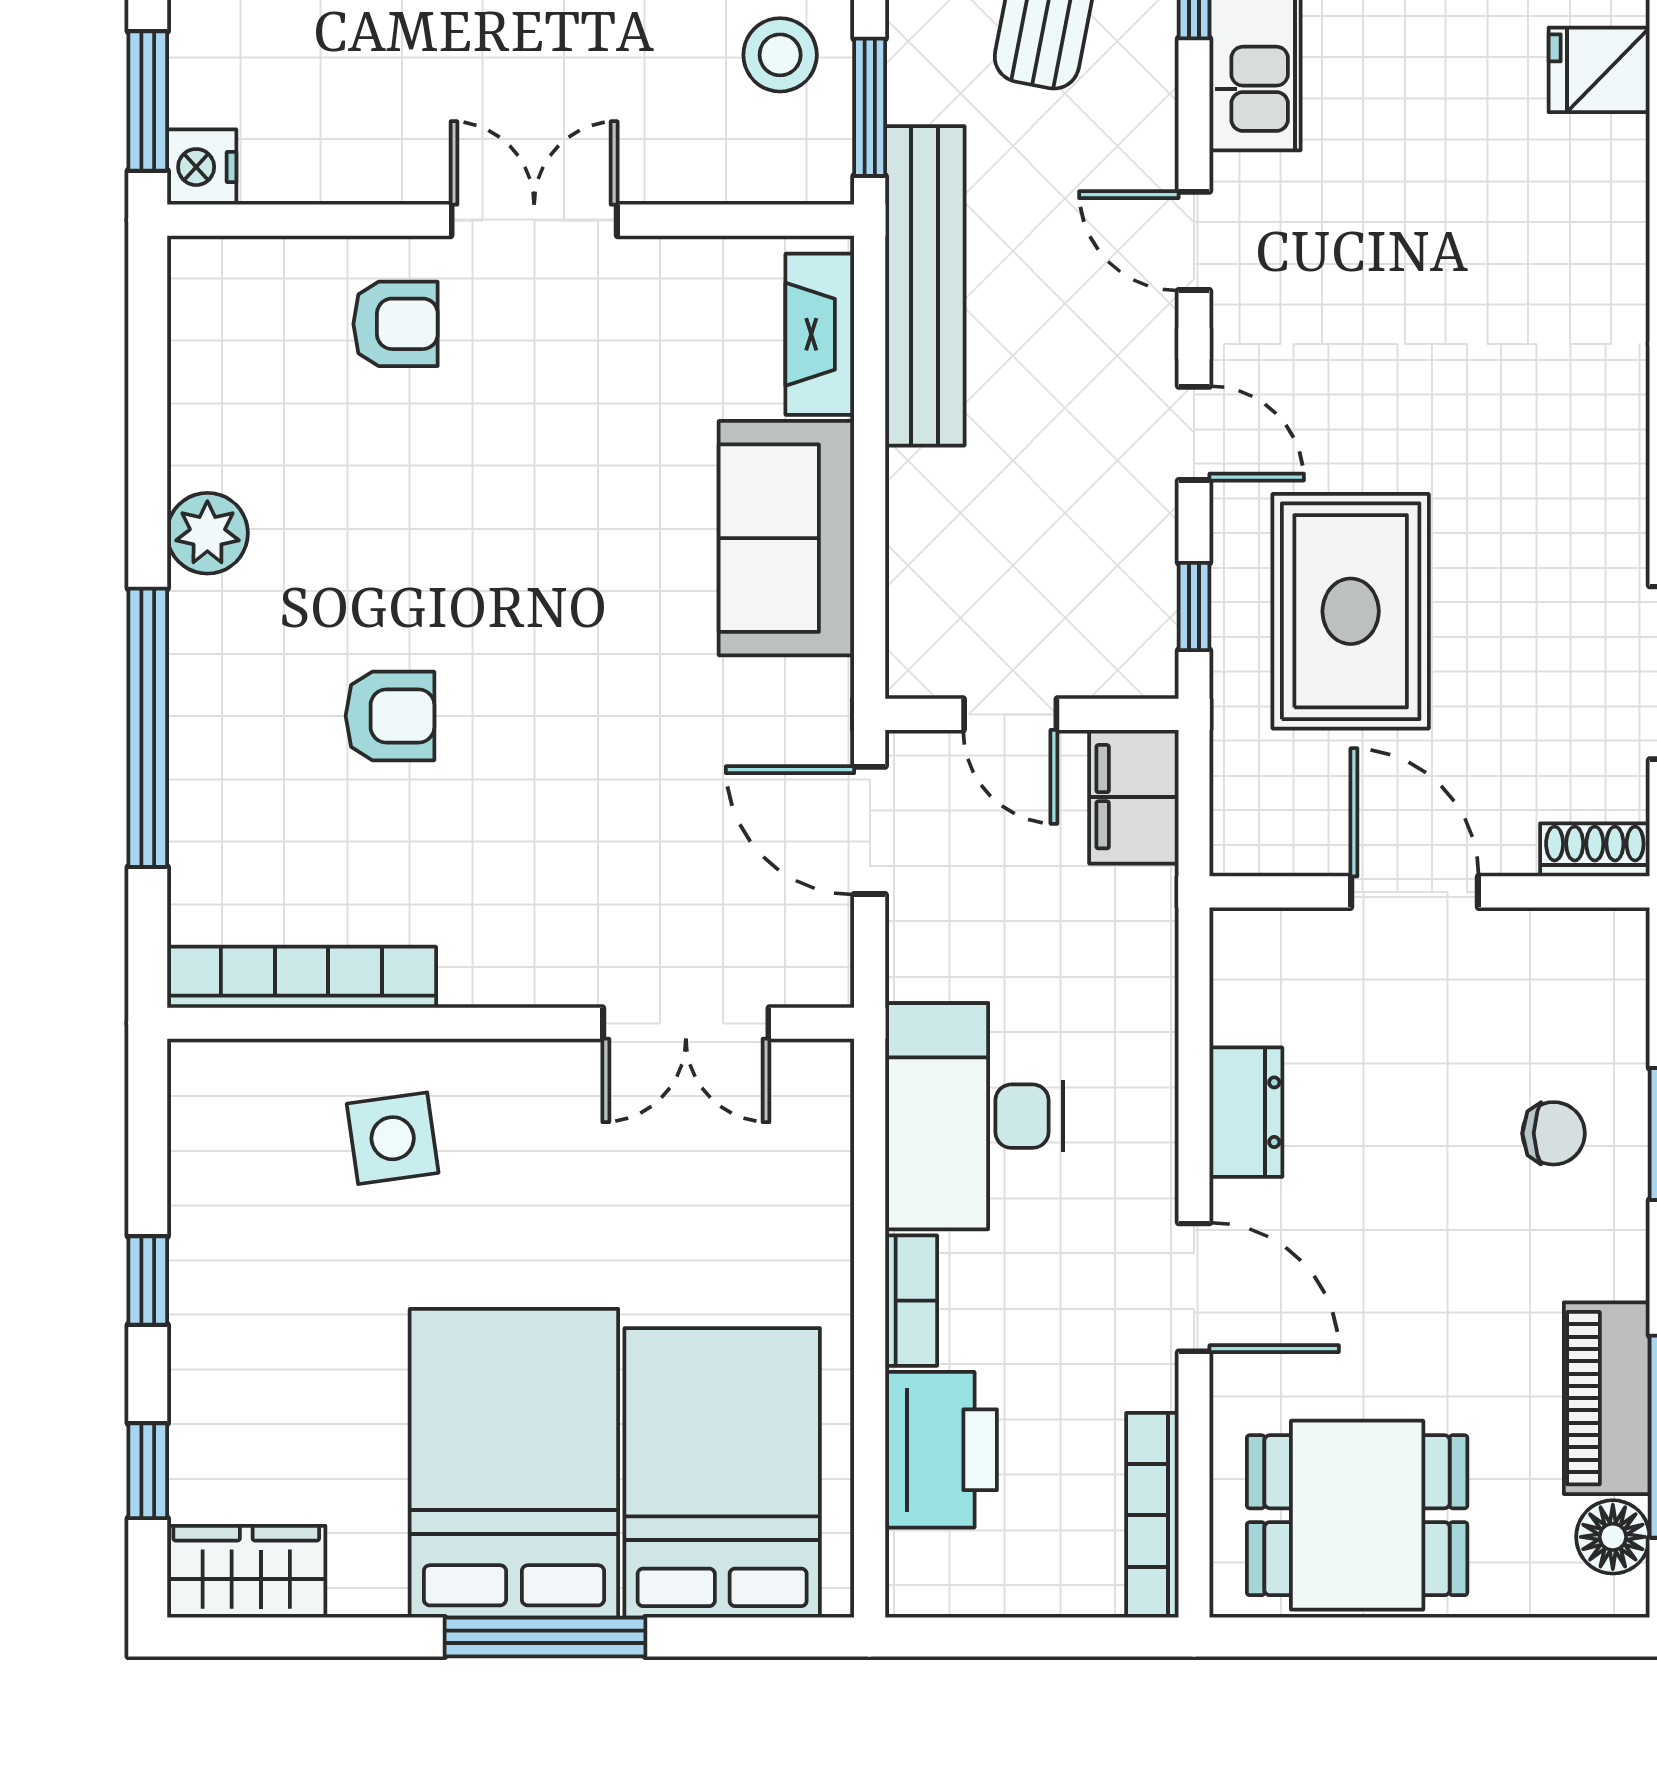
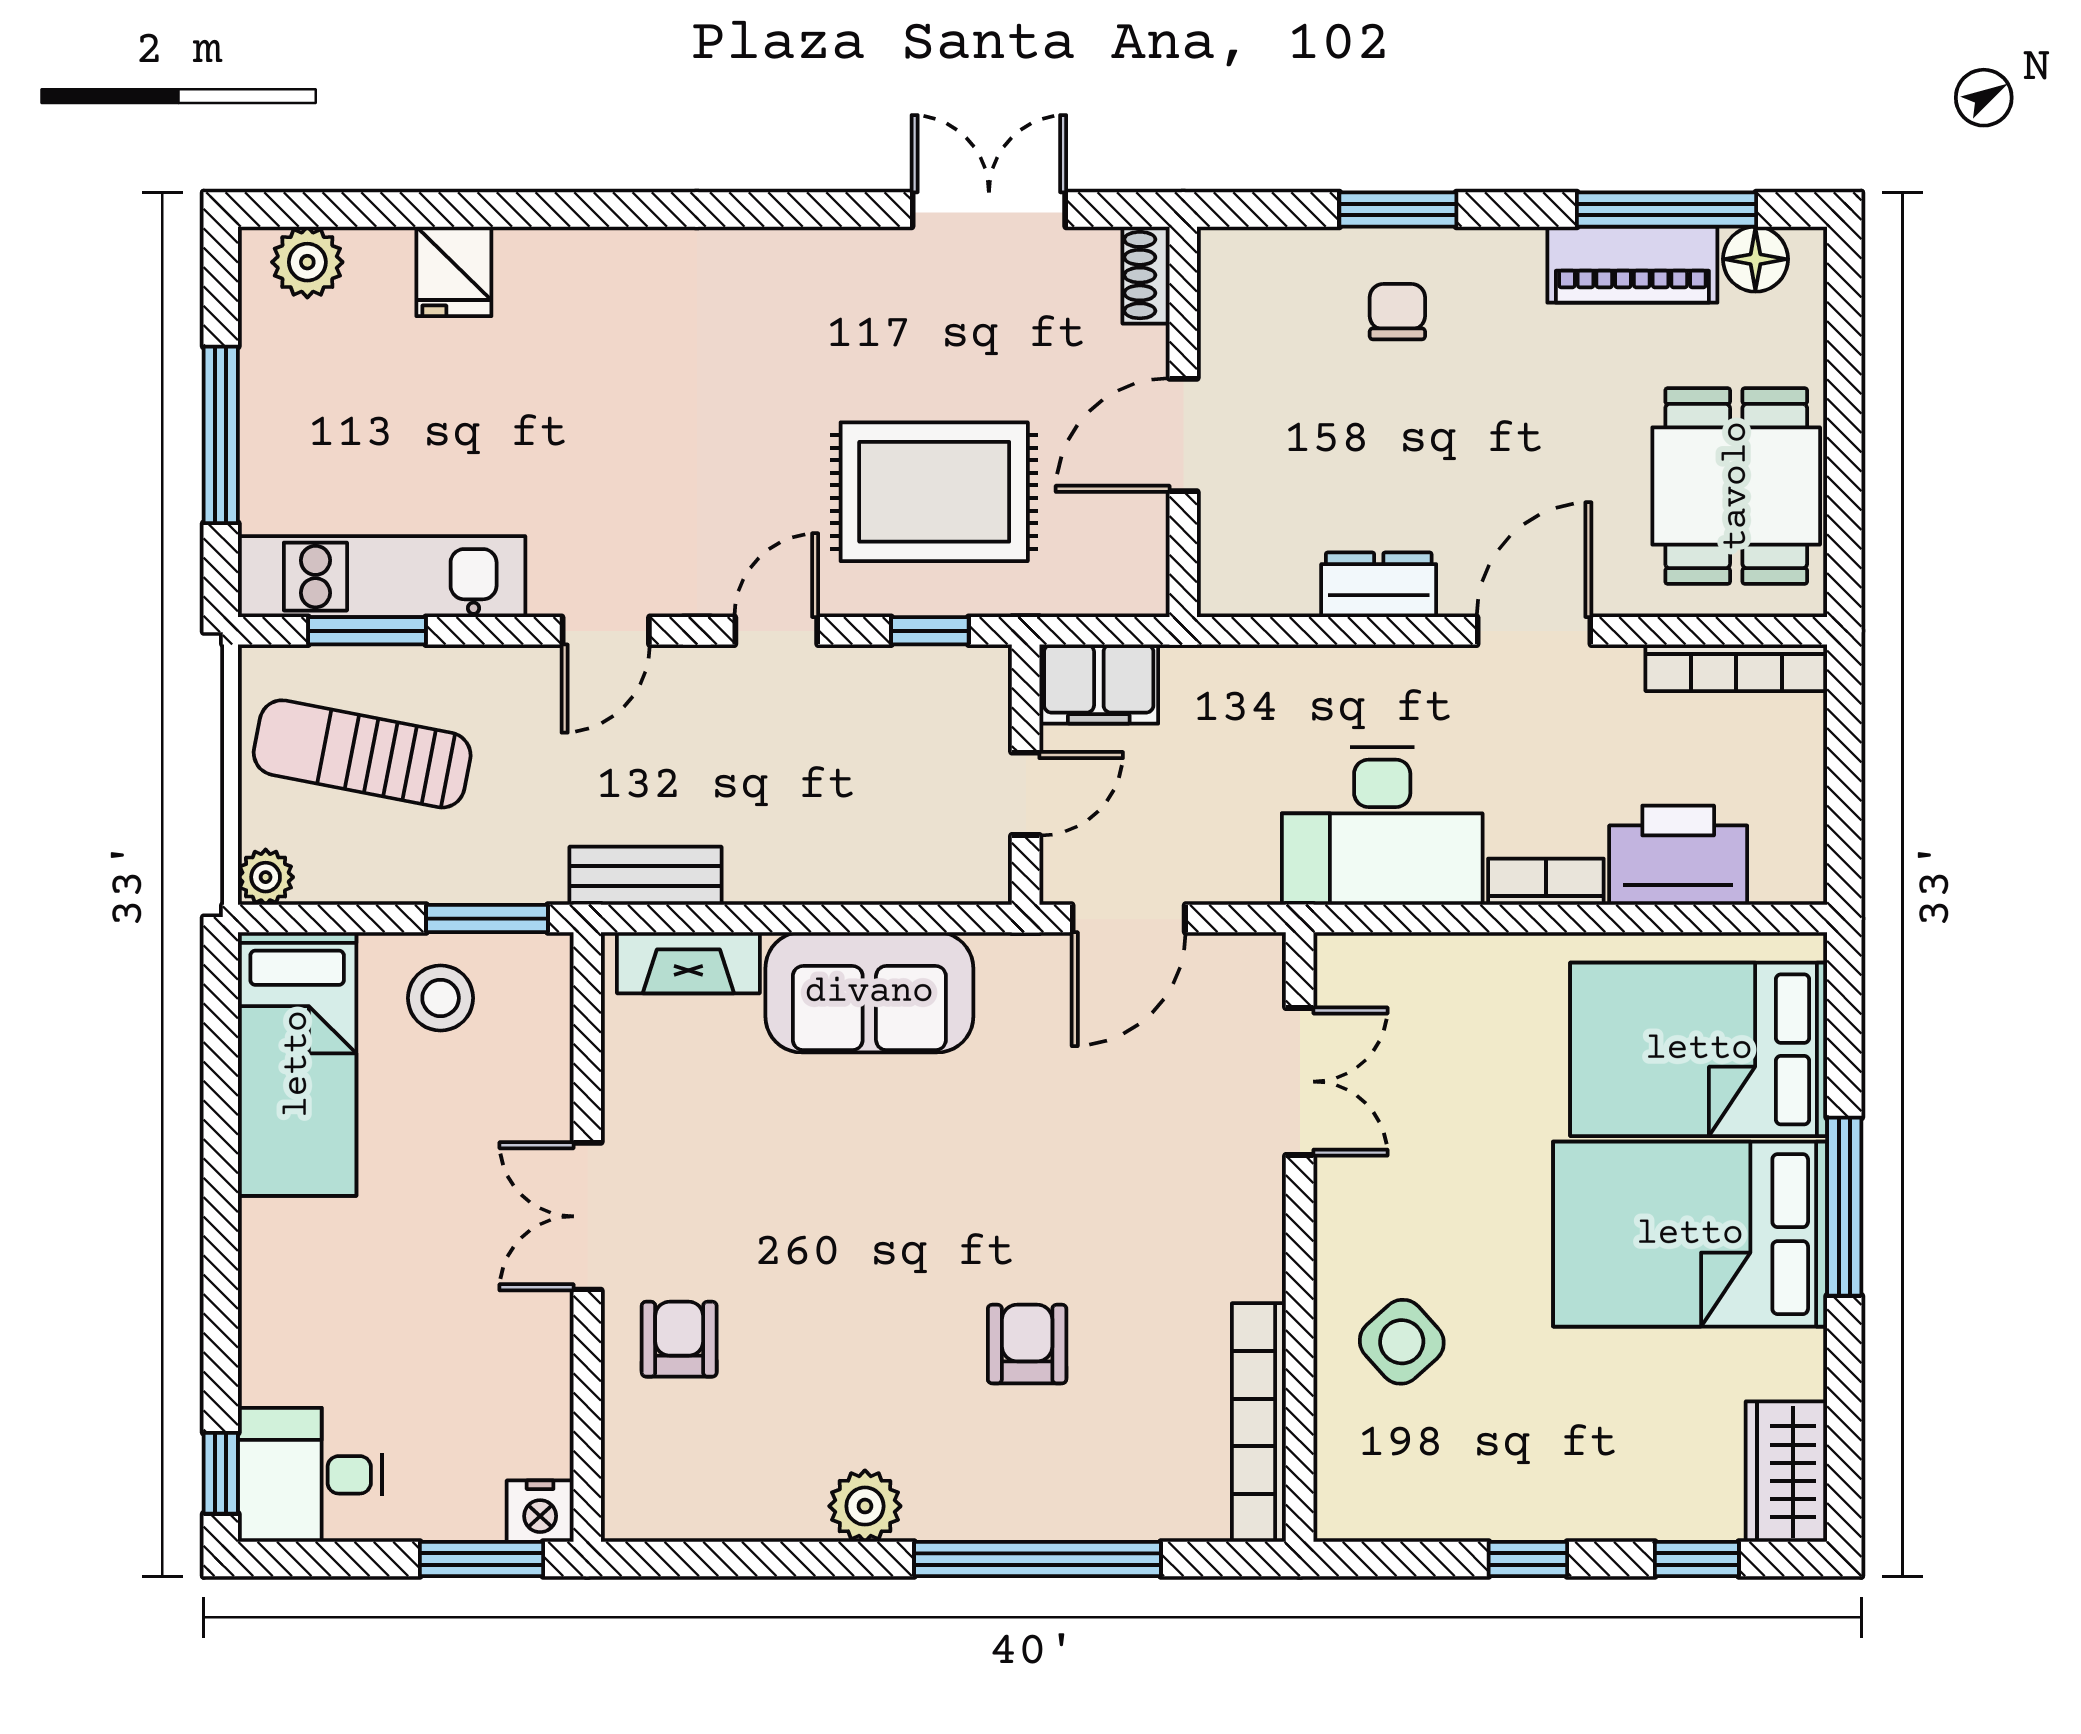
bench: (925, 286) -> (645, 876), width x0.54, depth x0.82
side table: (393, 1138) -> (1402, 1342), turned -34

